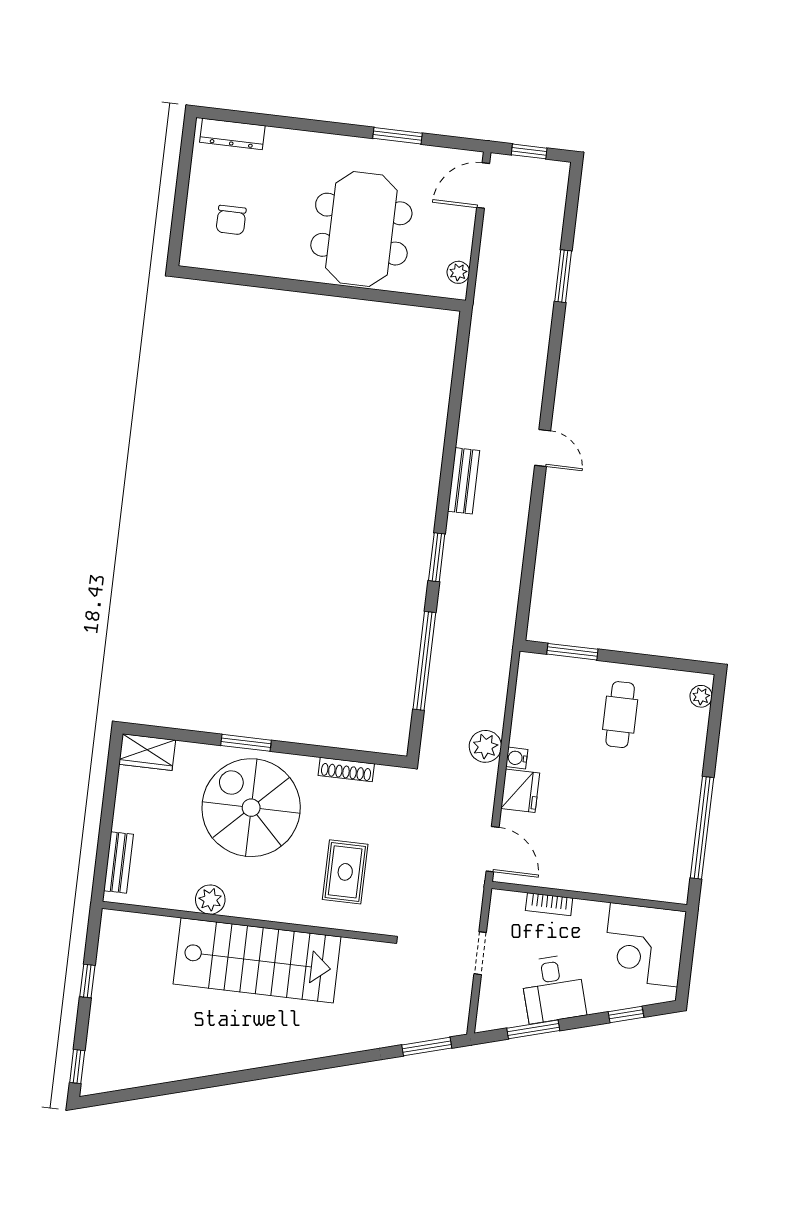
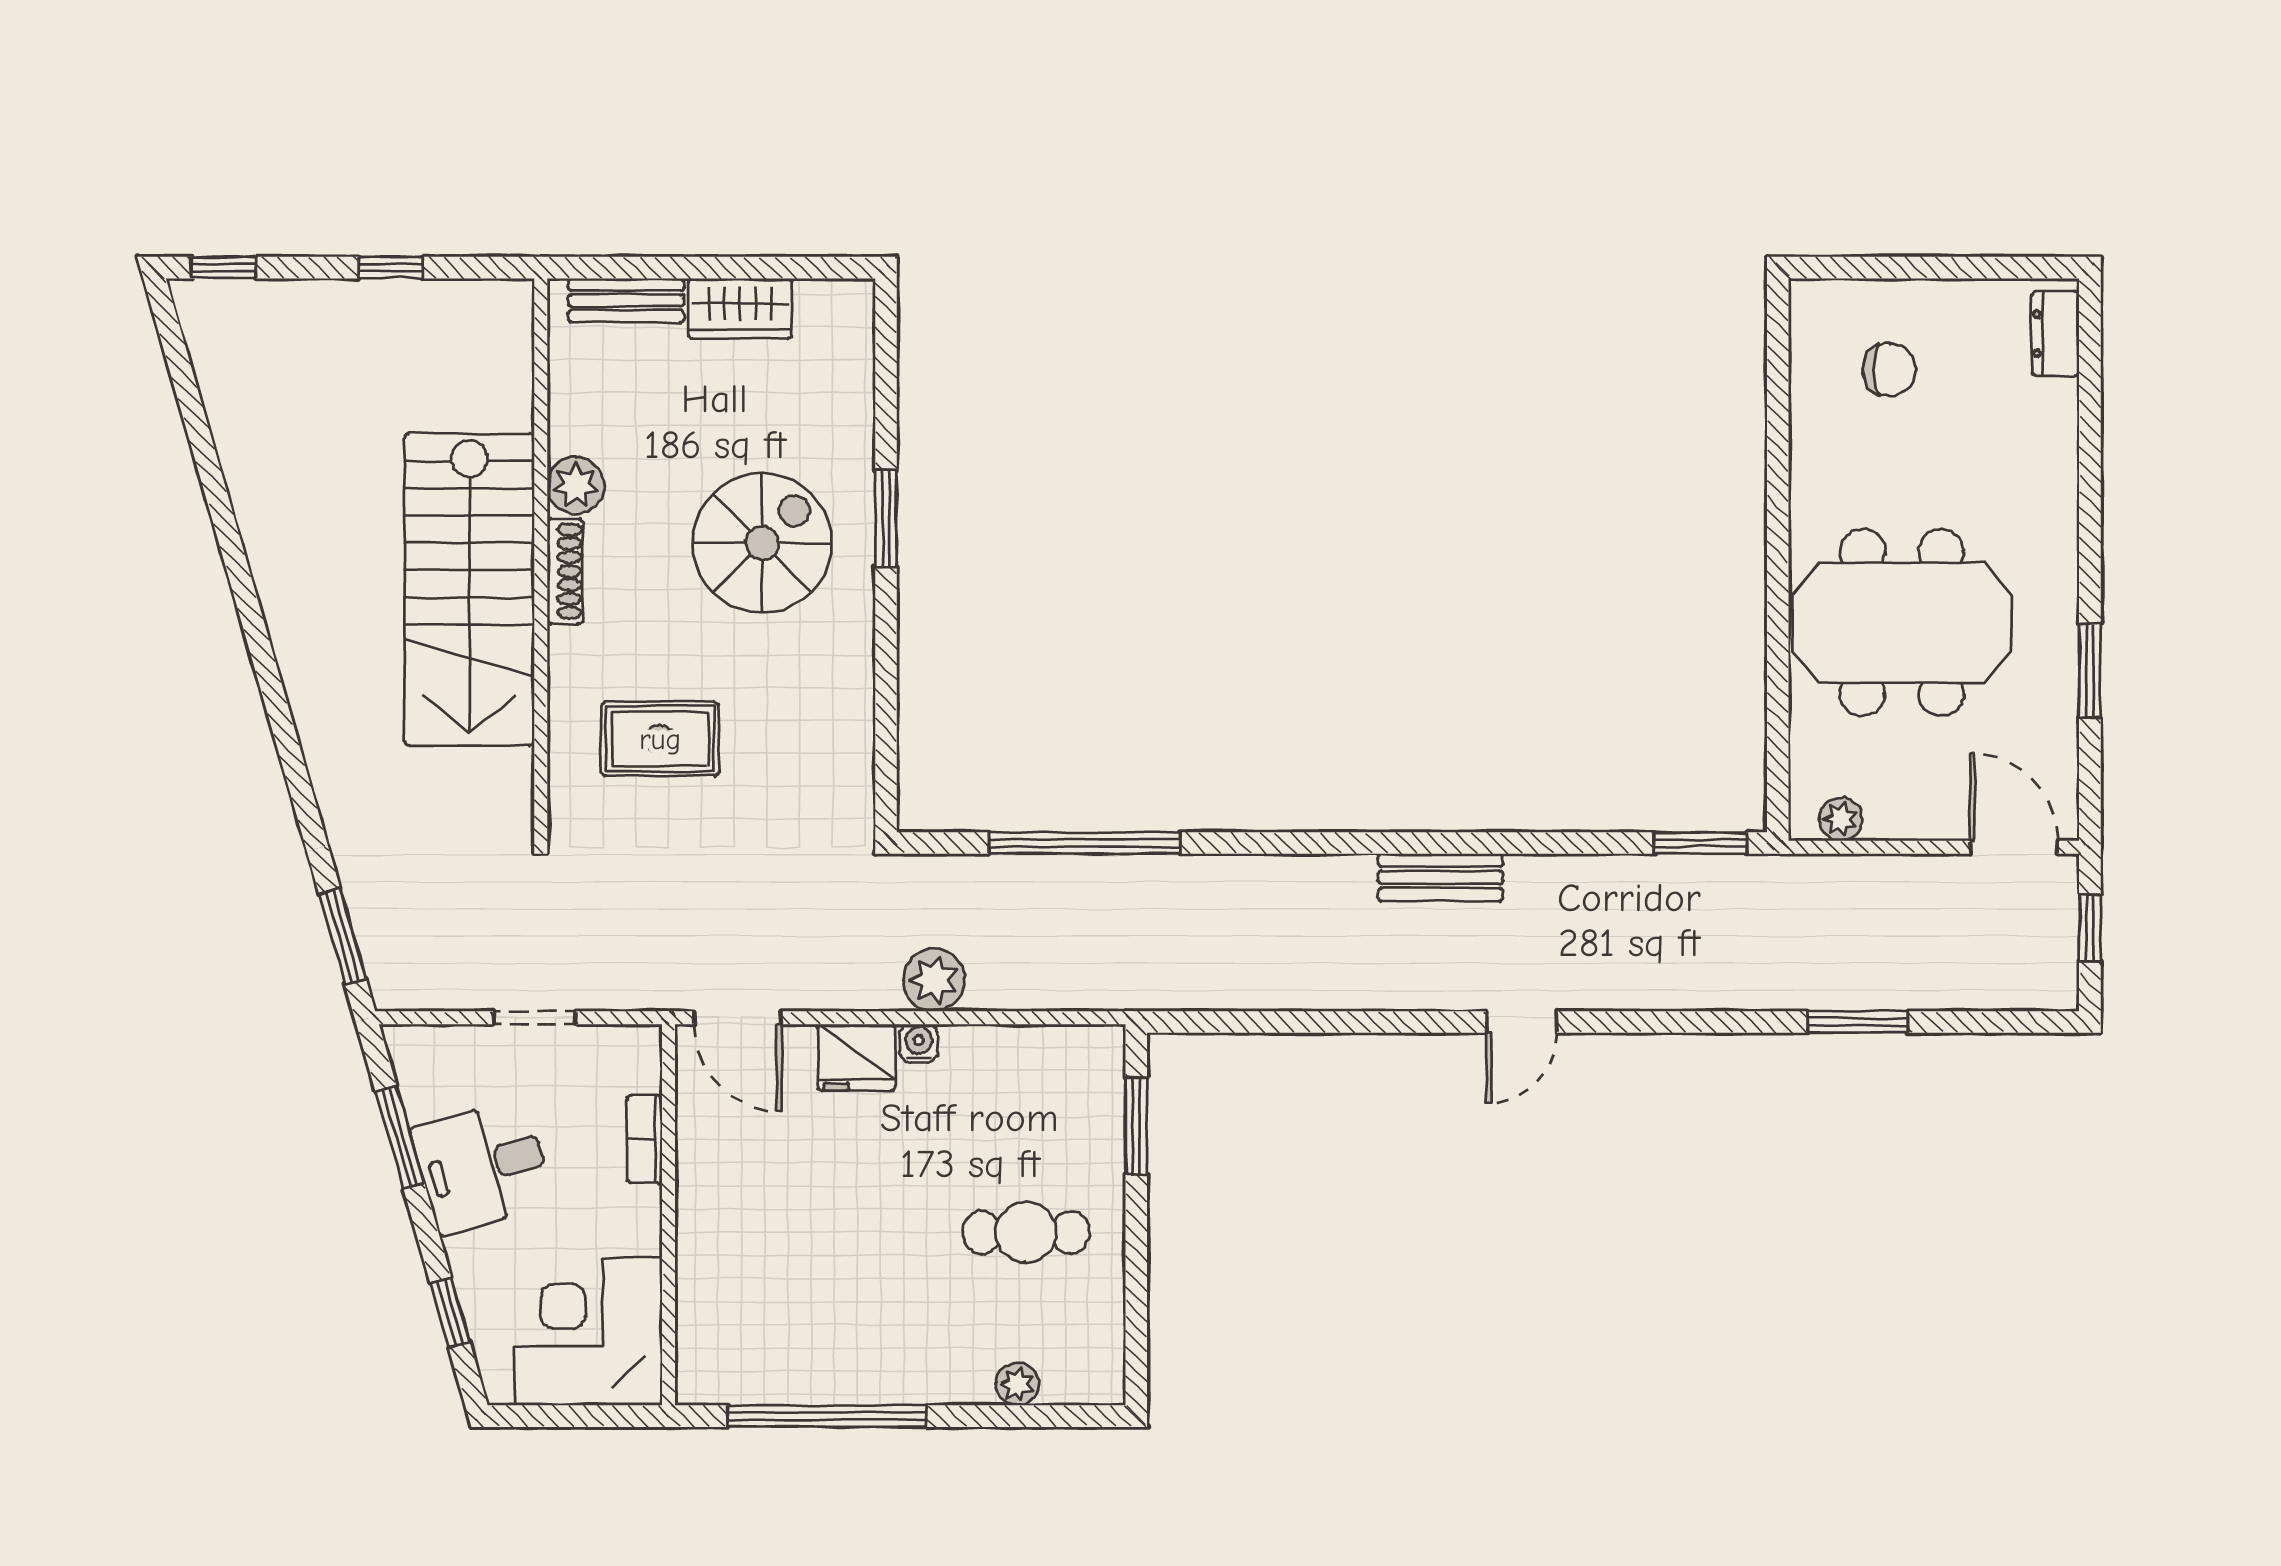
dresser: (232, 134) -> (2055, 334), width x0.70
chair: (231, 220) -> (1889, 370), turned 180
window: (437, 557) -> (1701, 843), moved
plant: (701, 696) -> (1017, 1384), moved
wardrobe: (147, 752) -> (740, 308), moved, turned -90
shoe rack: (346, 770) -> (565, 571), moved, turned 180
spiral stairs: (251, 808) -> (762, 543), width x0.73, depth x0.73
door: (493, 849) -> (738, 1018), hinge flipped

